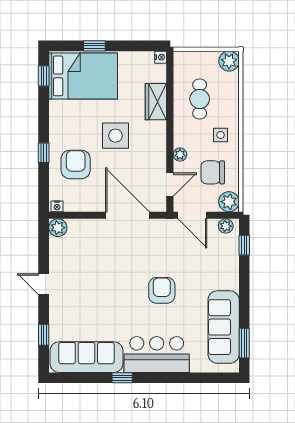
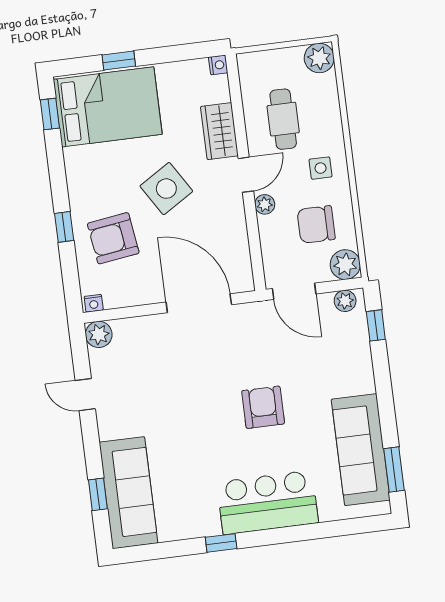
side table: (115, 136) -> (166, 189), turned -32
armchair: (76, 164) -> (113, 238), turned -98
door: (170, 185) -> (246, 175), moved
door: (44, 284) -> (85, 395), moved
sofa: (86, 357) -> (128, 493), moved, turned 90

